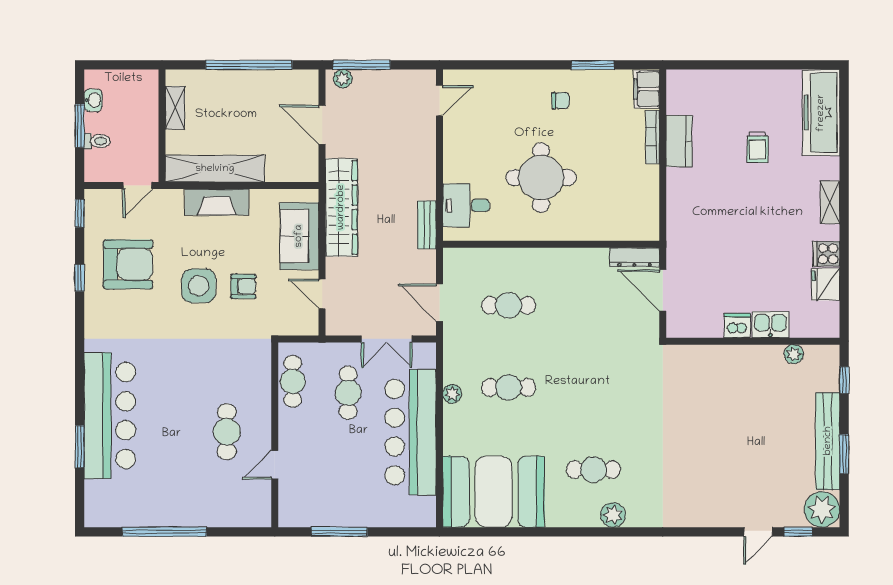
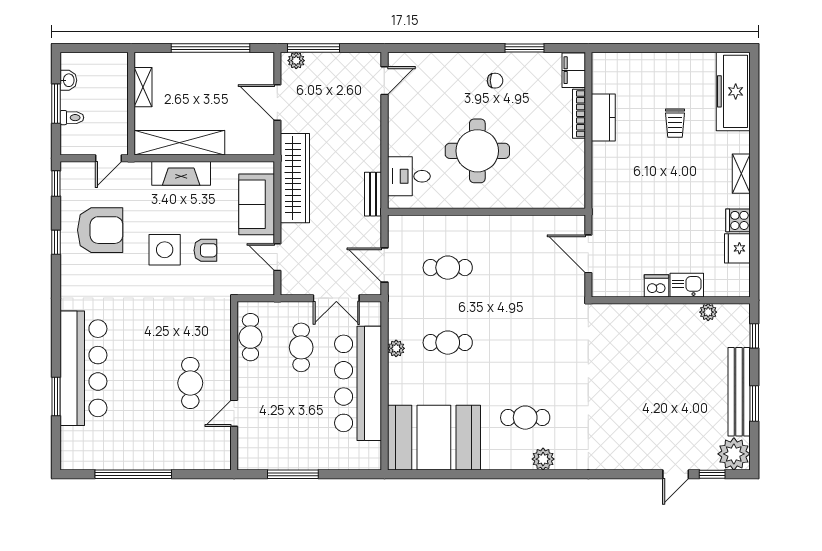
dresser: (634, 257) -> (563, 224), removed

